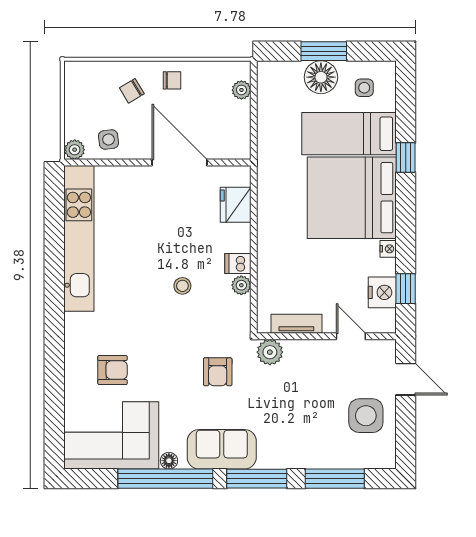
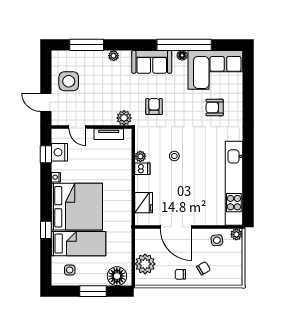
floor lamp: (321, 77) -> (117, 276), moved
plant: (241, 90) -> (145, 264), width x1.88, depth x1.88
plant: (288, 460) -> (114, 56), added
window: (257, 479) -> (132, 45), removed

